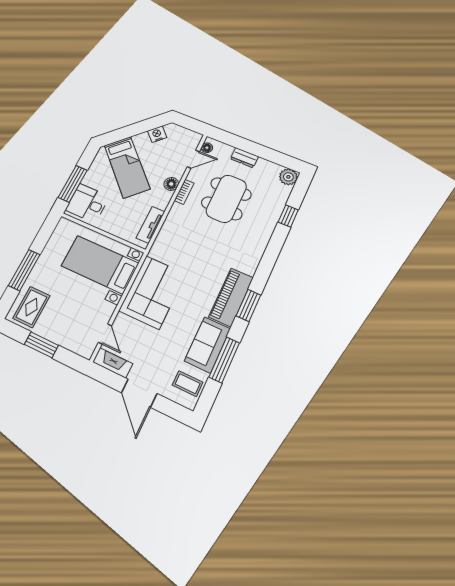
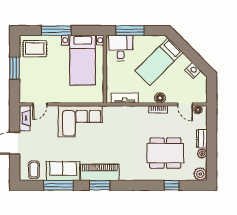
plant: (263, 164) -> (202, 153), added
dining table: (226, 199) -> (165, 153), moved
bed with nightstands: (100, 265) -> (83, 60), moved, turned 180

